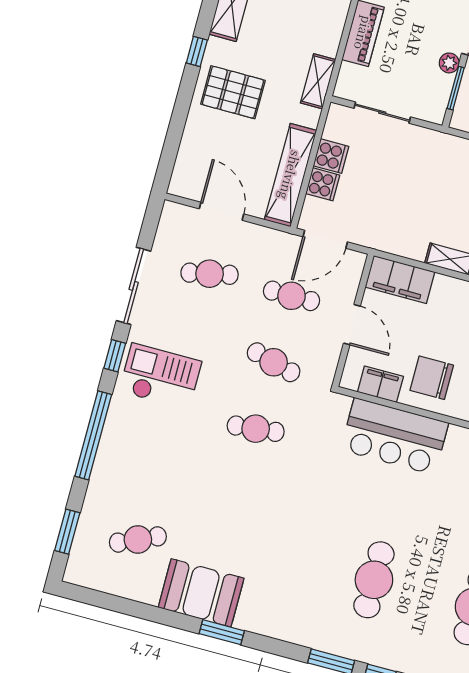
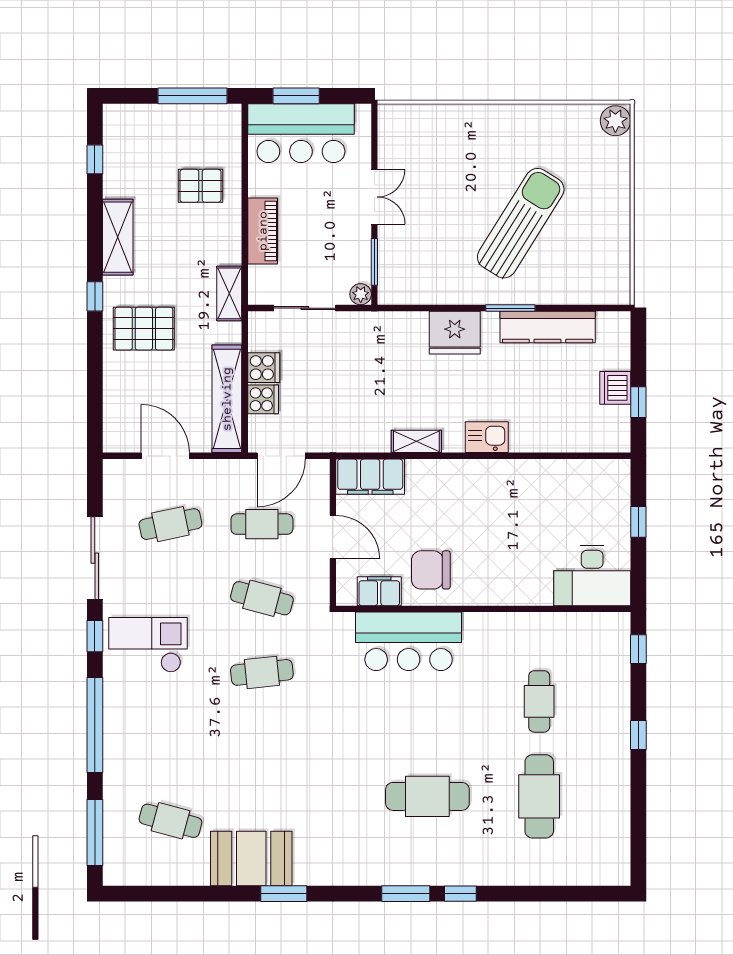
plant: (449, 63) -> (361, 294), moved
window: (67, 532) -> (95, 832), width x1.44
cafe table: (138, 539) -> (170, 821), turned 39
cafe table: (374, 580) -> (427, 796), turned 90

